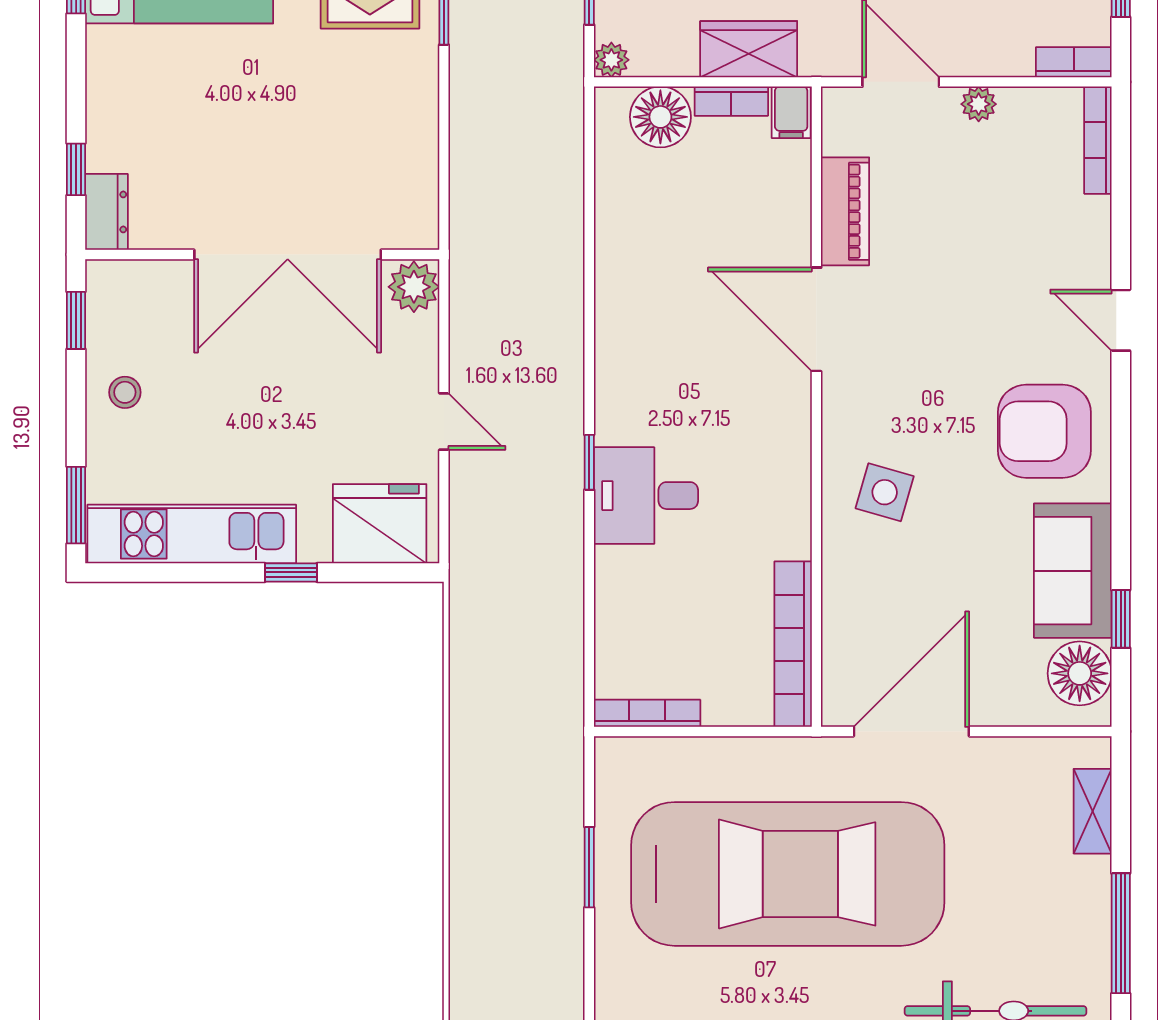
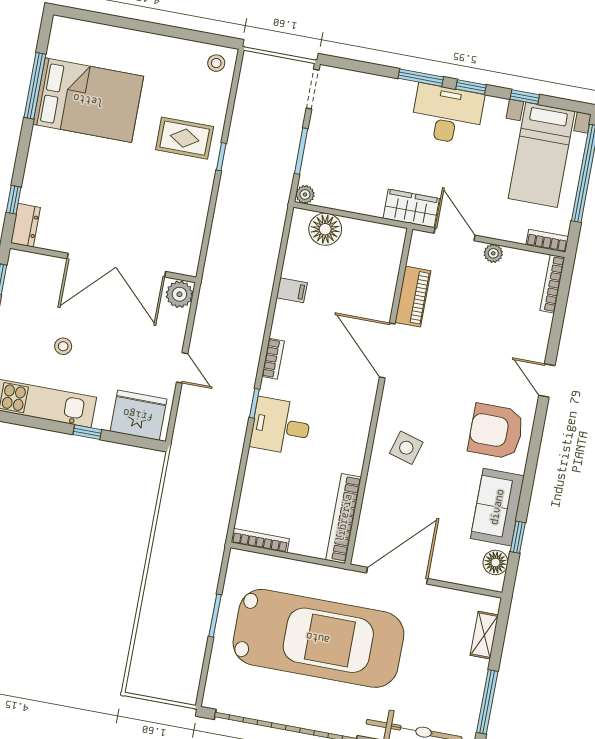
wardrobe: (749, 49) -> (411, 208), moved
bookcase: (731, 101) -> (273, 359), moved, turned -90
filing cabinet: (791, 112) -> (292, 290), moved, turned -90
stool: (125, 392) -> (63, 346), moved
floor lamp: (1080, 673) -> (495, 562), width x0.73, depth x0.73

